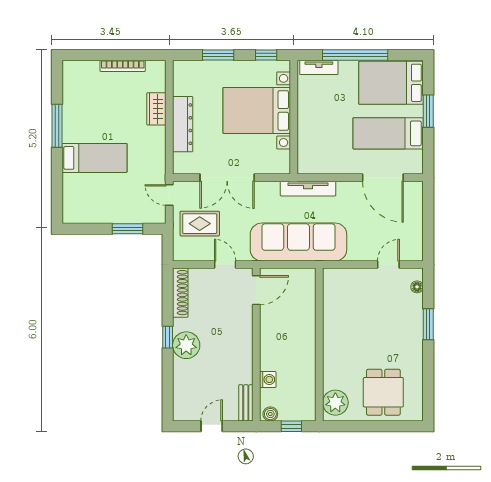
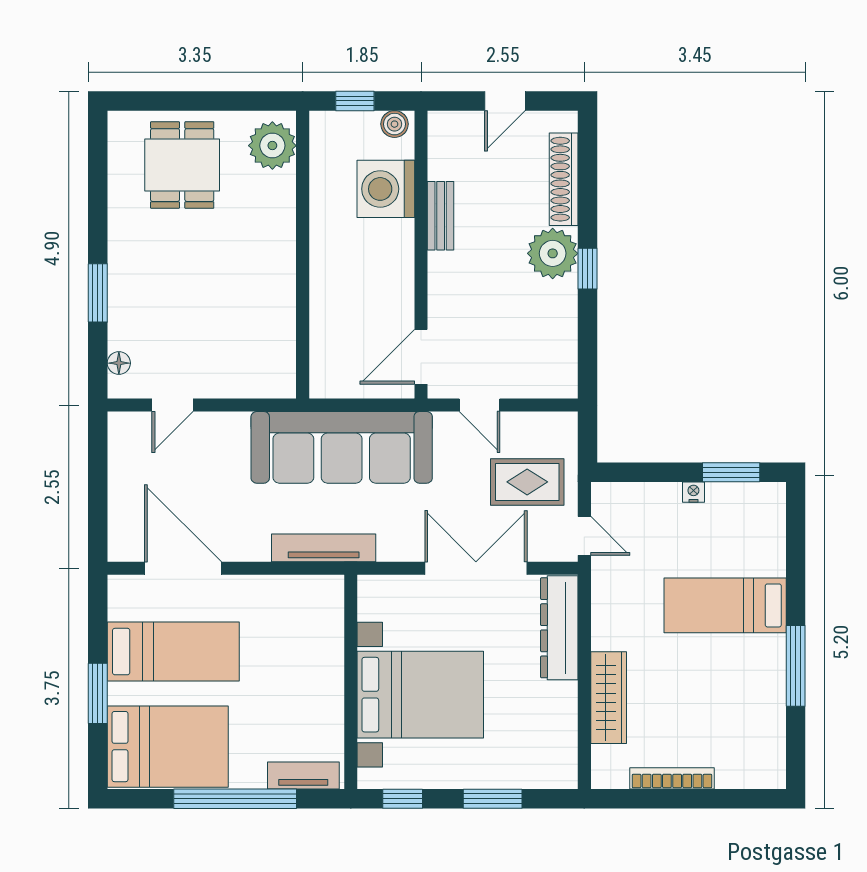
wardrobe: (156, 109) -> (609, 698), width x1.50
dresser: (183, 124) -> (559, 628), moved
nightstand: (111, 218) -> (693, 492), added
window: (127, 229) -> (731, 472), moved
shoe rack: (180, 293) -> (564, 179), moved
washing machine: (268, 379) -> (386, 189), width x1.89, depth x1.89
bench: (246, 403) -> (441, 216), moved

